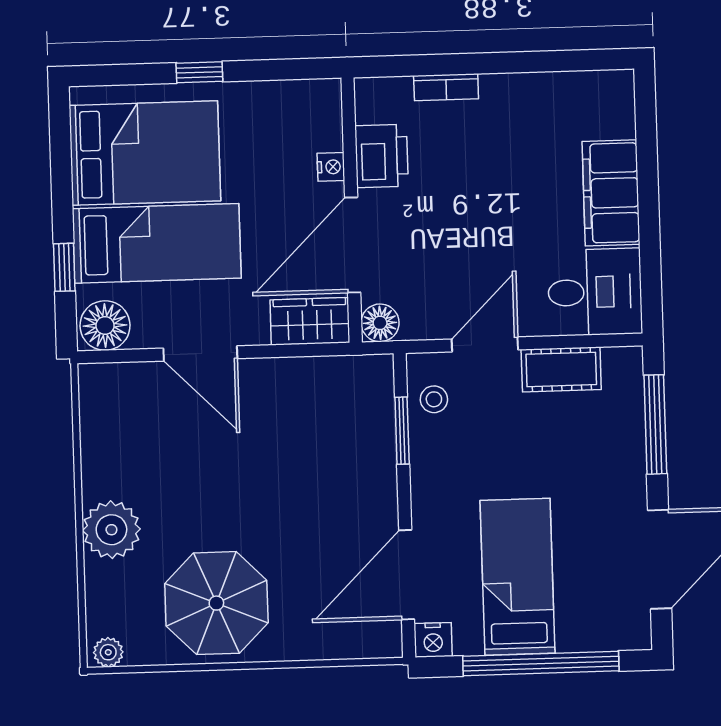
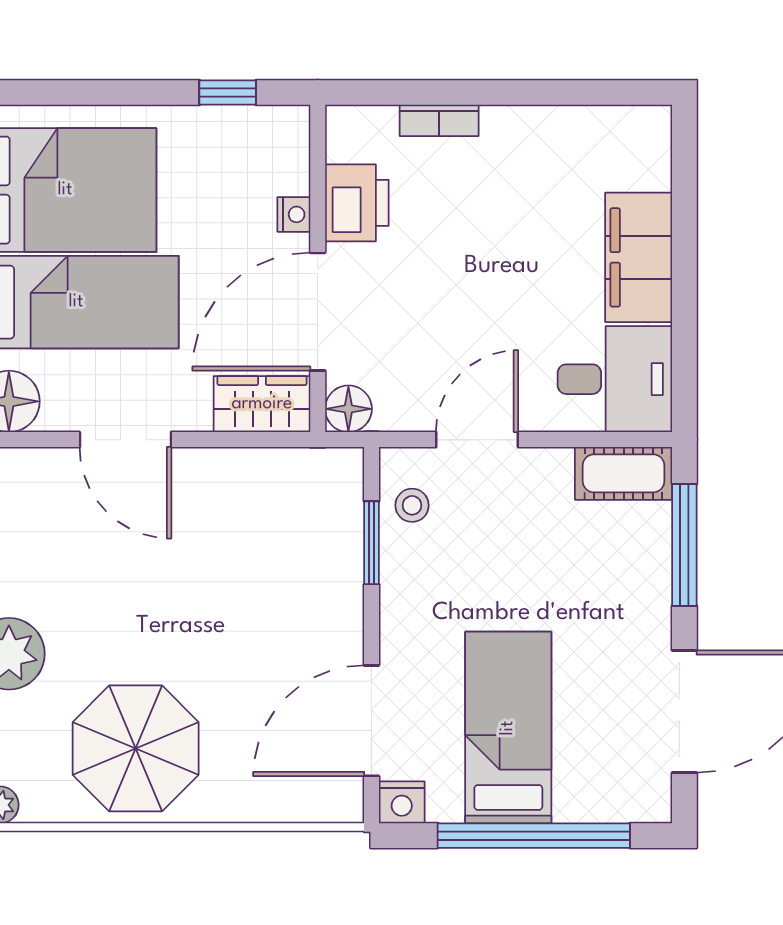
window: (199, 72) -> (228, 92), moved
cot: (561, 369) -> (624, 473), moved

